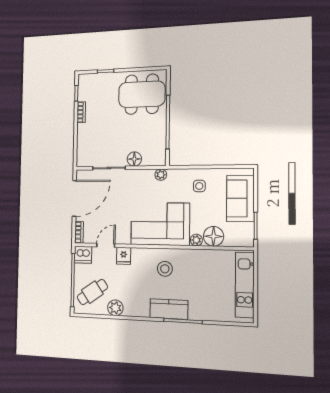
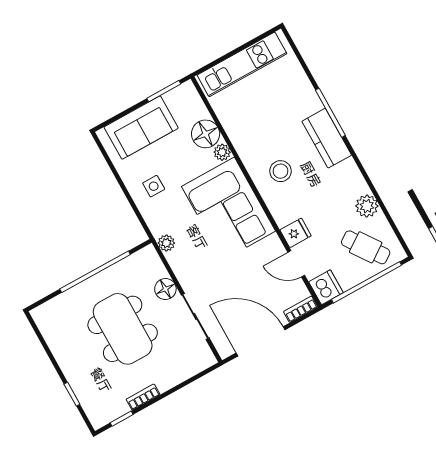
dining table: (142, 94) -> (123, 329), moved

